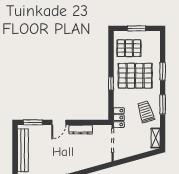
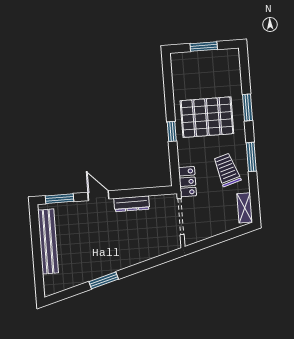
pallet: (129, 48) -> (195, 77), removed
door: (59, 122) -> (98, 196), swing flipped

